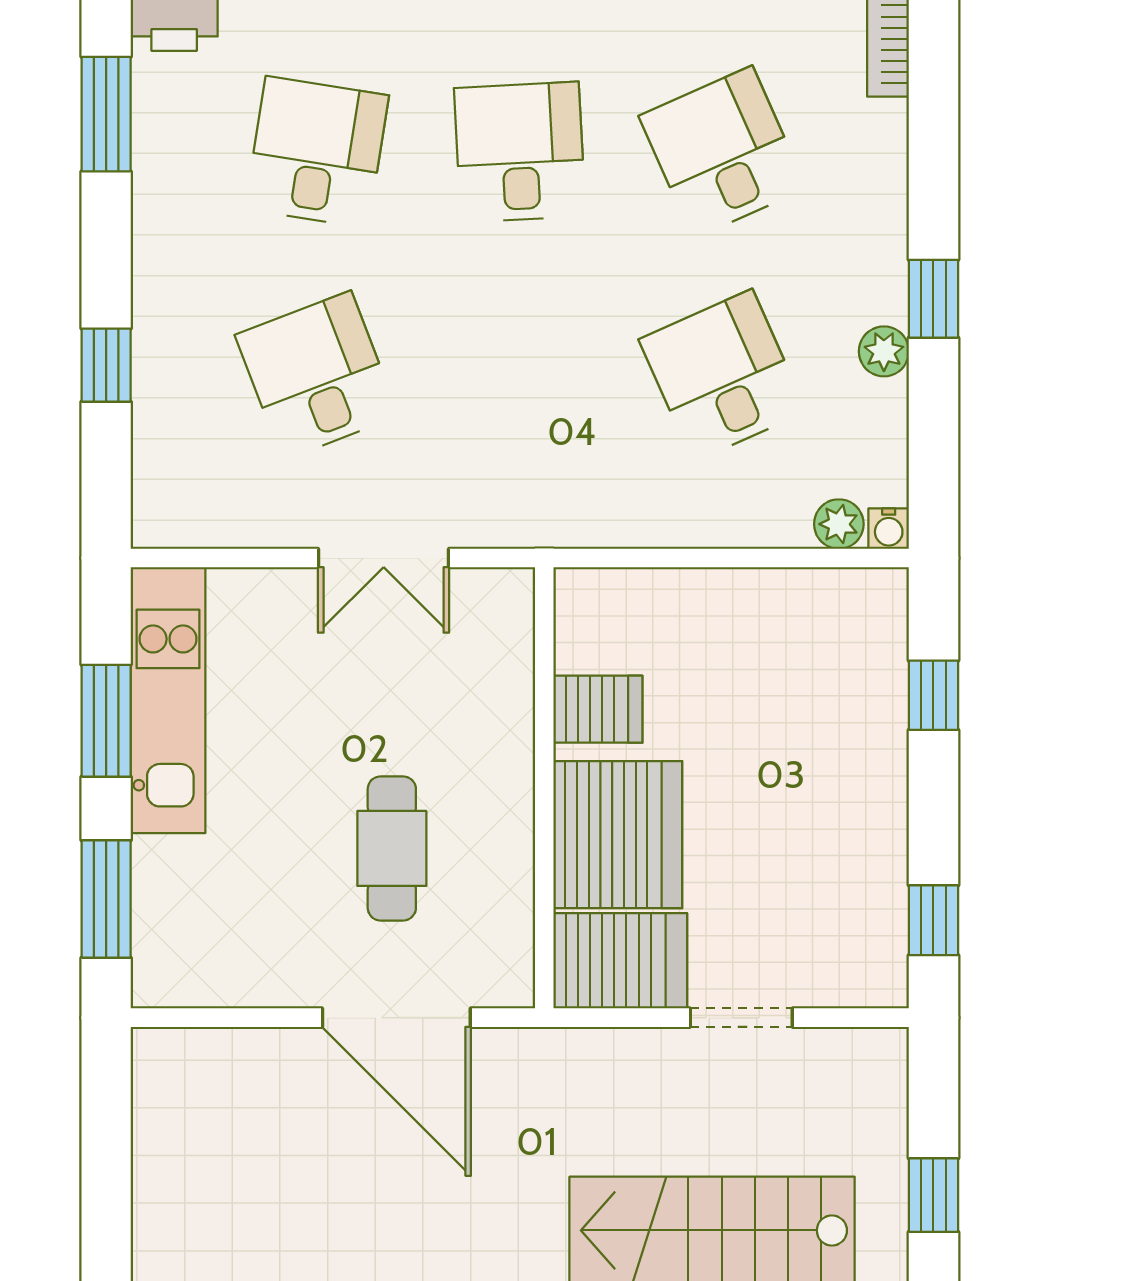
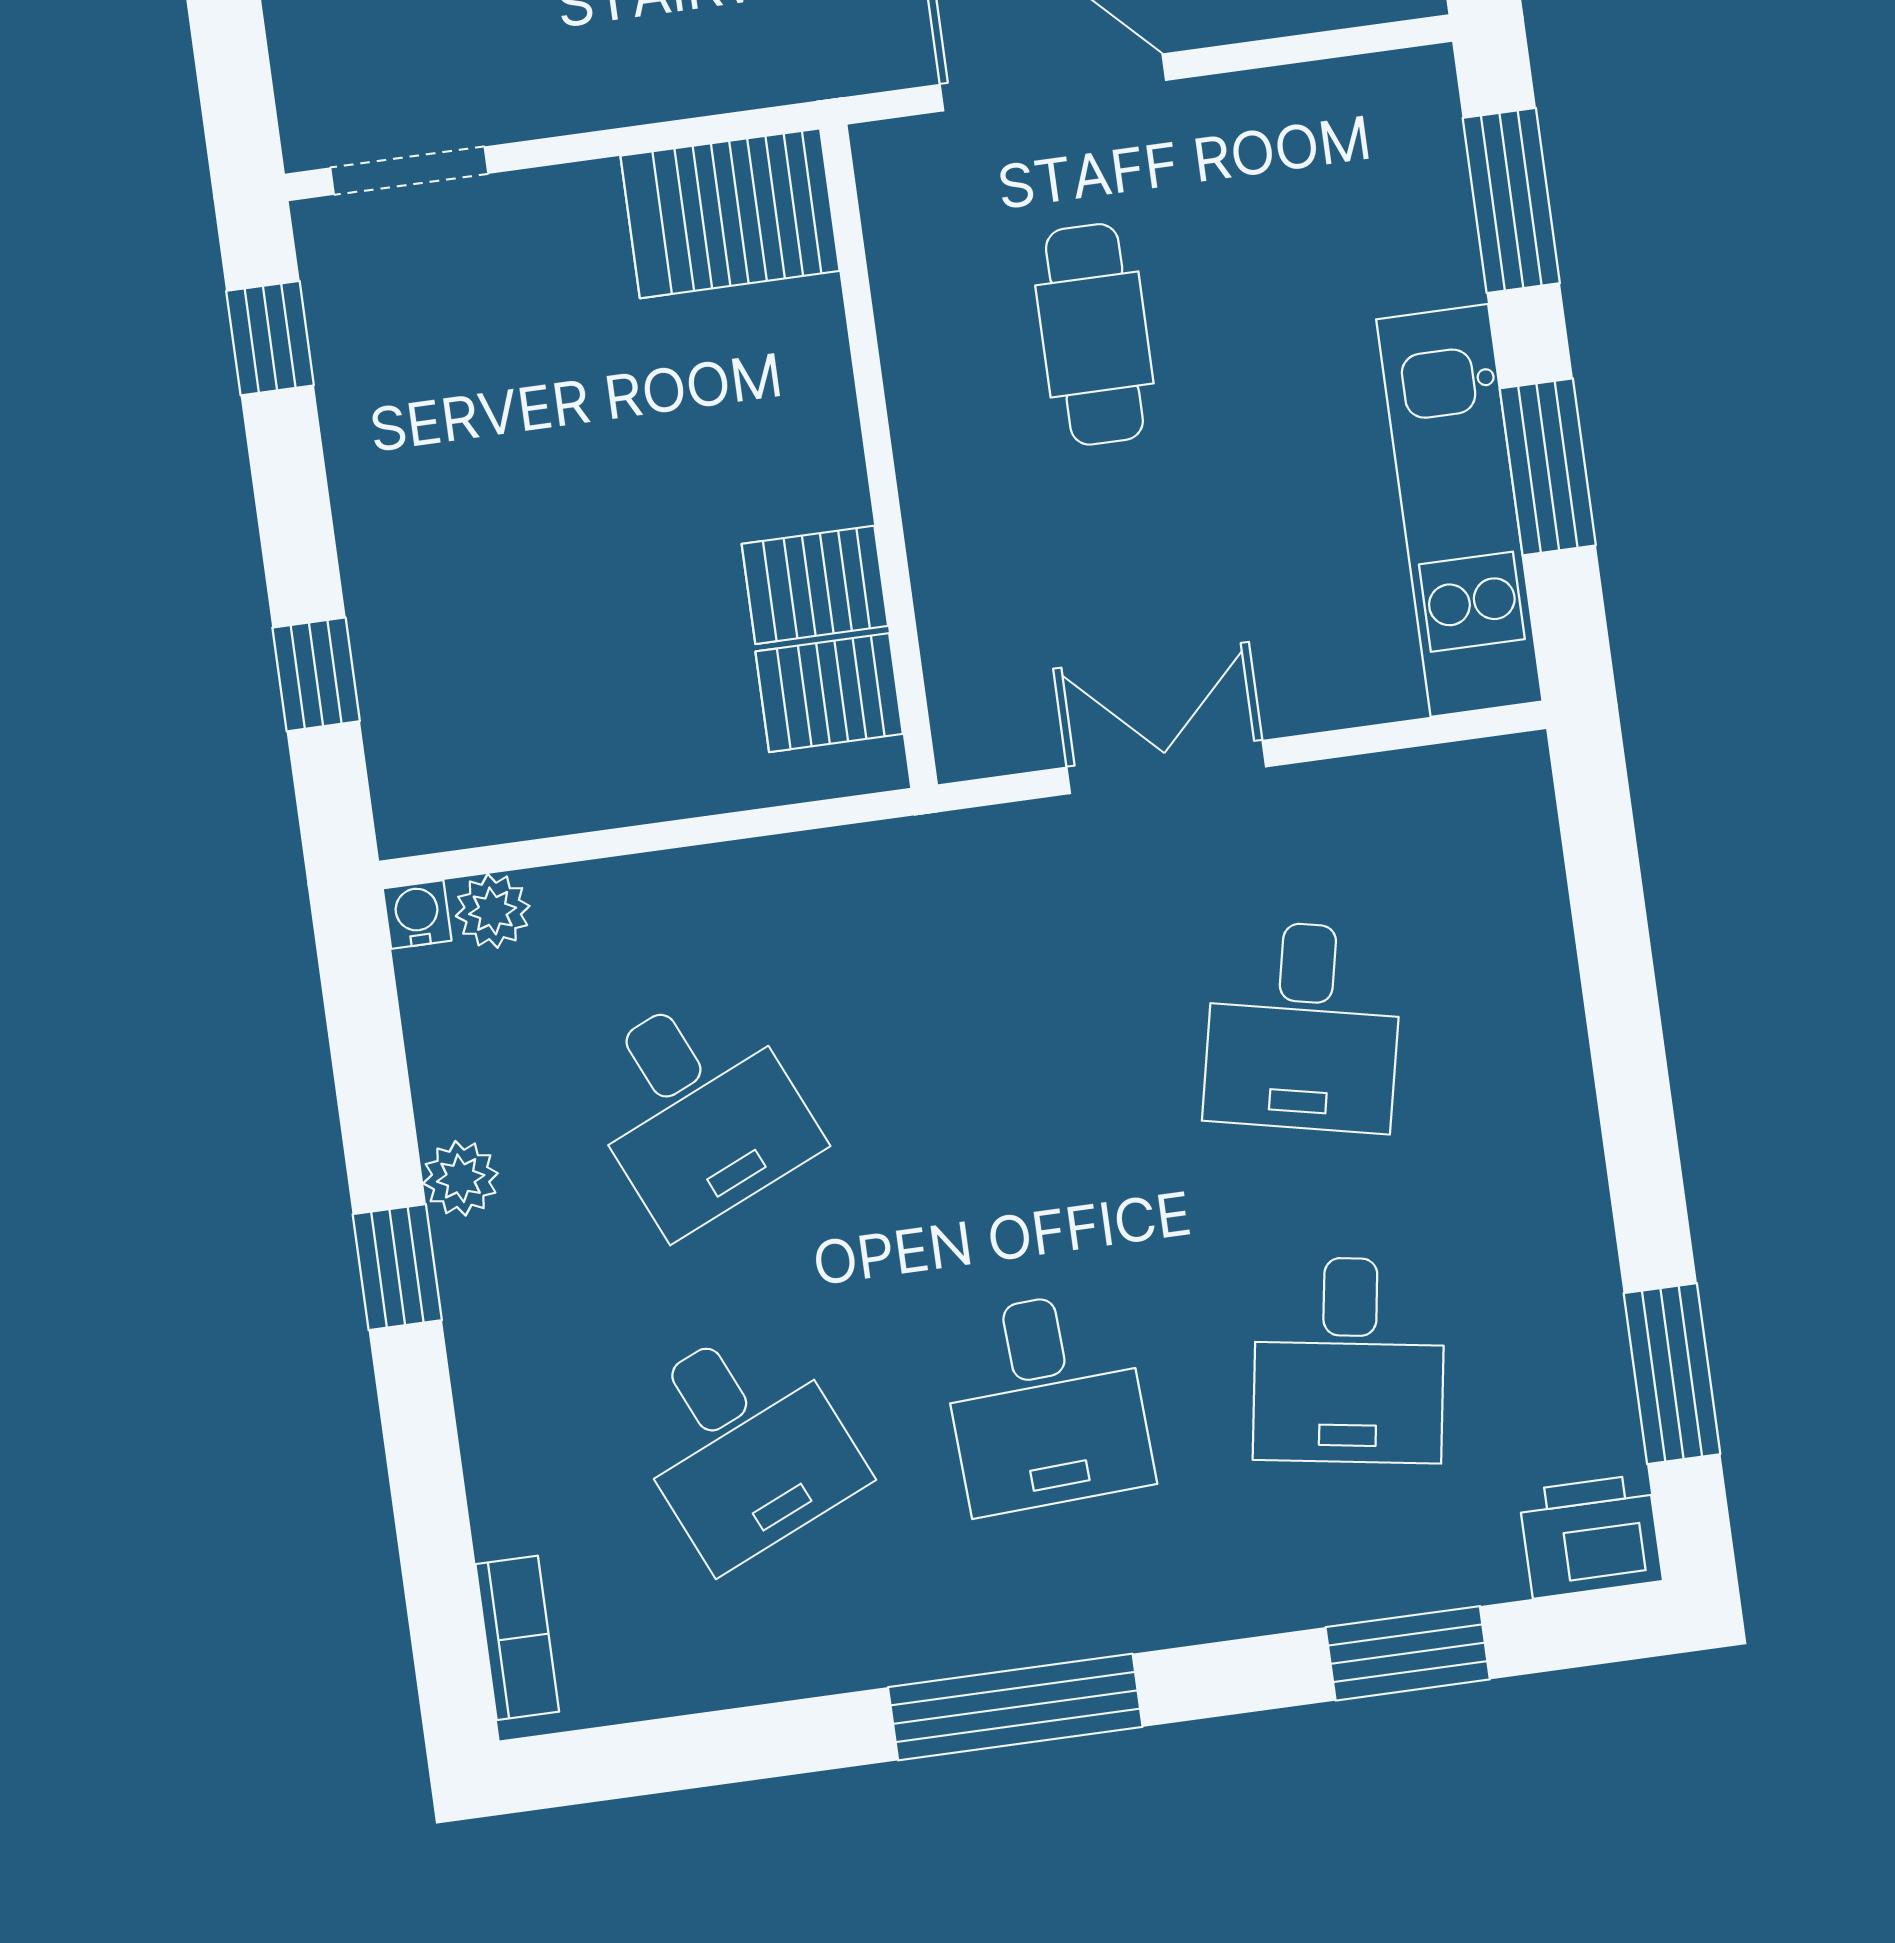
window: (106, 365) -> (1621, 998), removed
desk: (317, 375) -> (1303, 1026), turned 33
server rack: (618, 835) -> (829, 693), moved, width x0.46, depth x0.70
doorway: (741, 1018) -> (409, 171), moved

